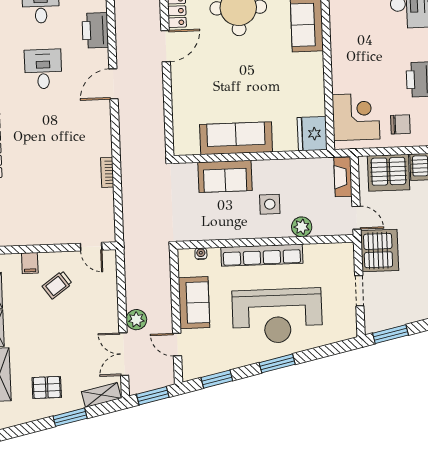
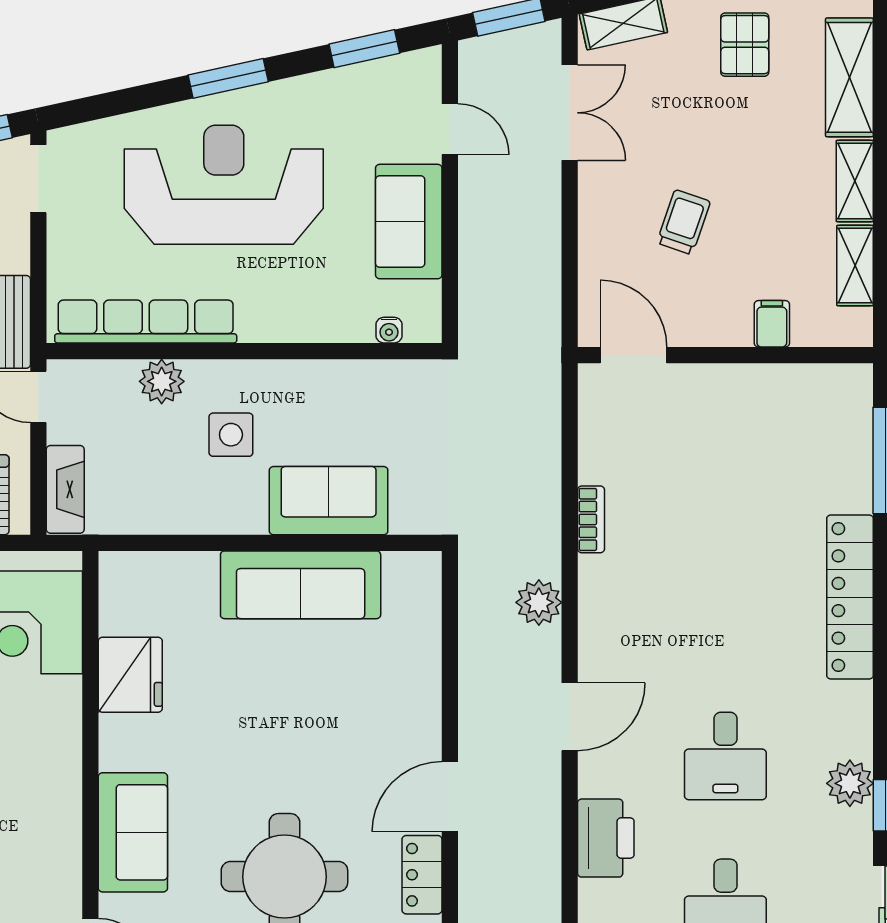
fridge: (312, 134) -> (130, 675), moved
door: (91, 247) -> (633, 355), width x1.37
row of seats: (262, 255) -> (146, 322), moved
trolley: (57, 285) -> (684, 222), moved, turned -35
doorway: (359, 291) -> (38, 179), moved
plant: (136, 320) -> (539, 602), moved
pallet: (47, 387) -> (745, 45), turned 90

